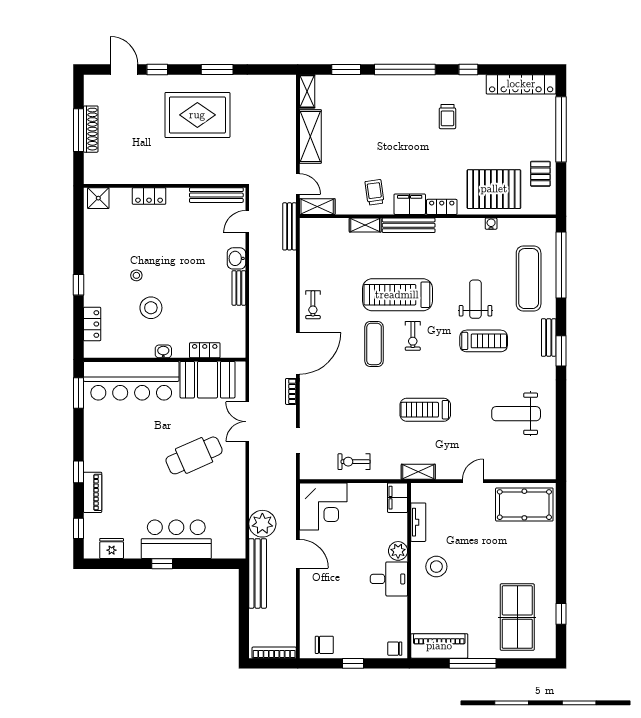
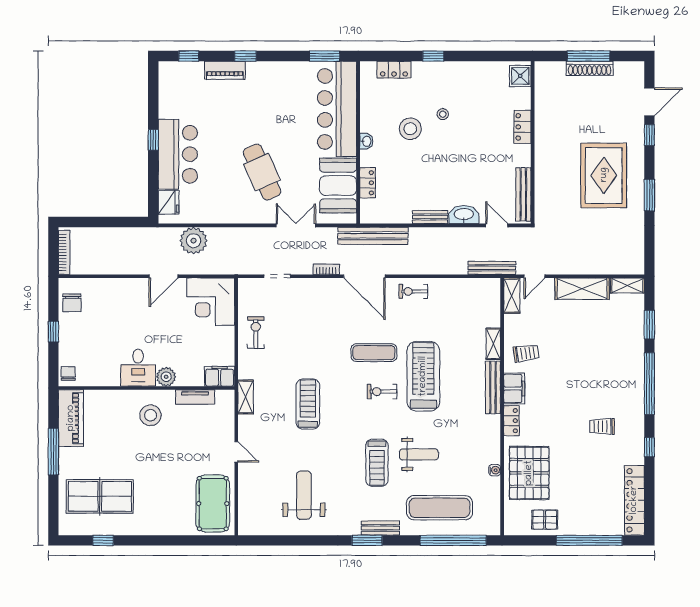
washbasin: (236, 258) -> (464, 215), width x1.38
fridge: (112, 549) -> (169, 202), moved
bench: (258, 573) -> (373, 236), moved

